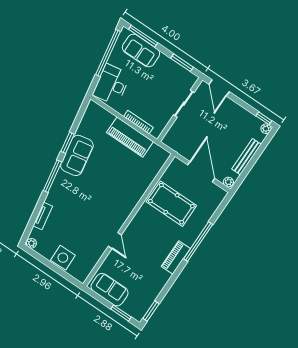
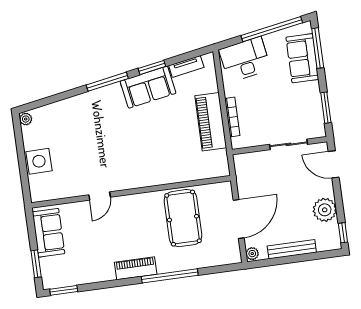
door: (219, 88) -> (334, 164), hinge flipped
plant: (266, 129) -> (325, 210), moved, width x1.87, depth x1.87
tv unit: (43, 216) -> (186, 66), moved

